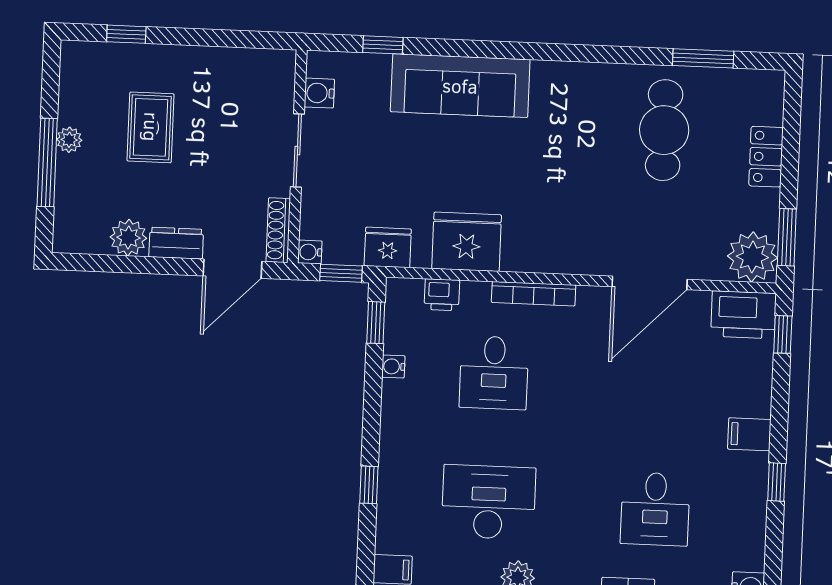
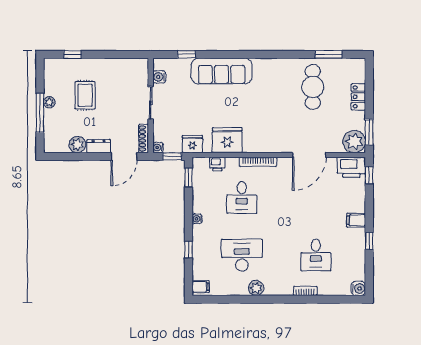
water cooler: (393, 366) -> (197, 219), moved

